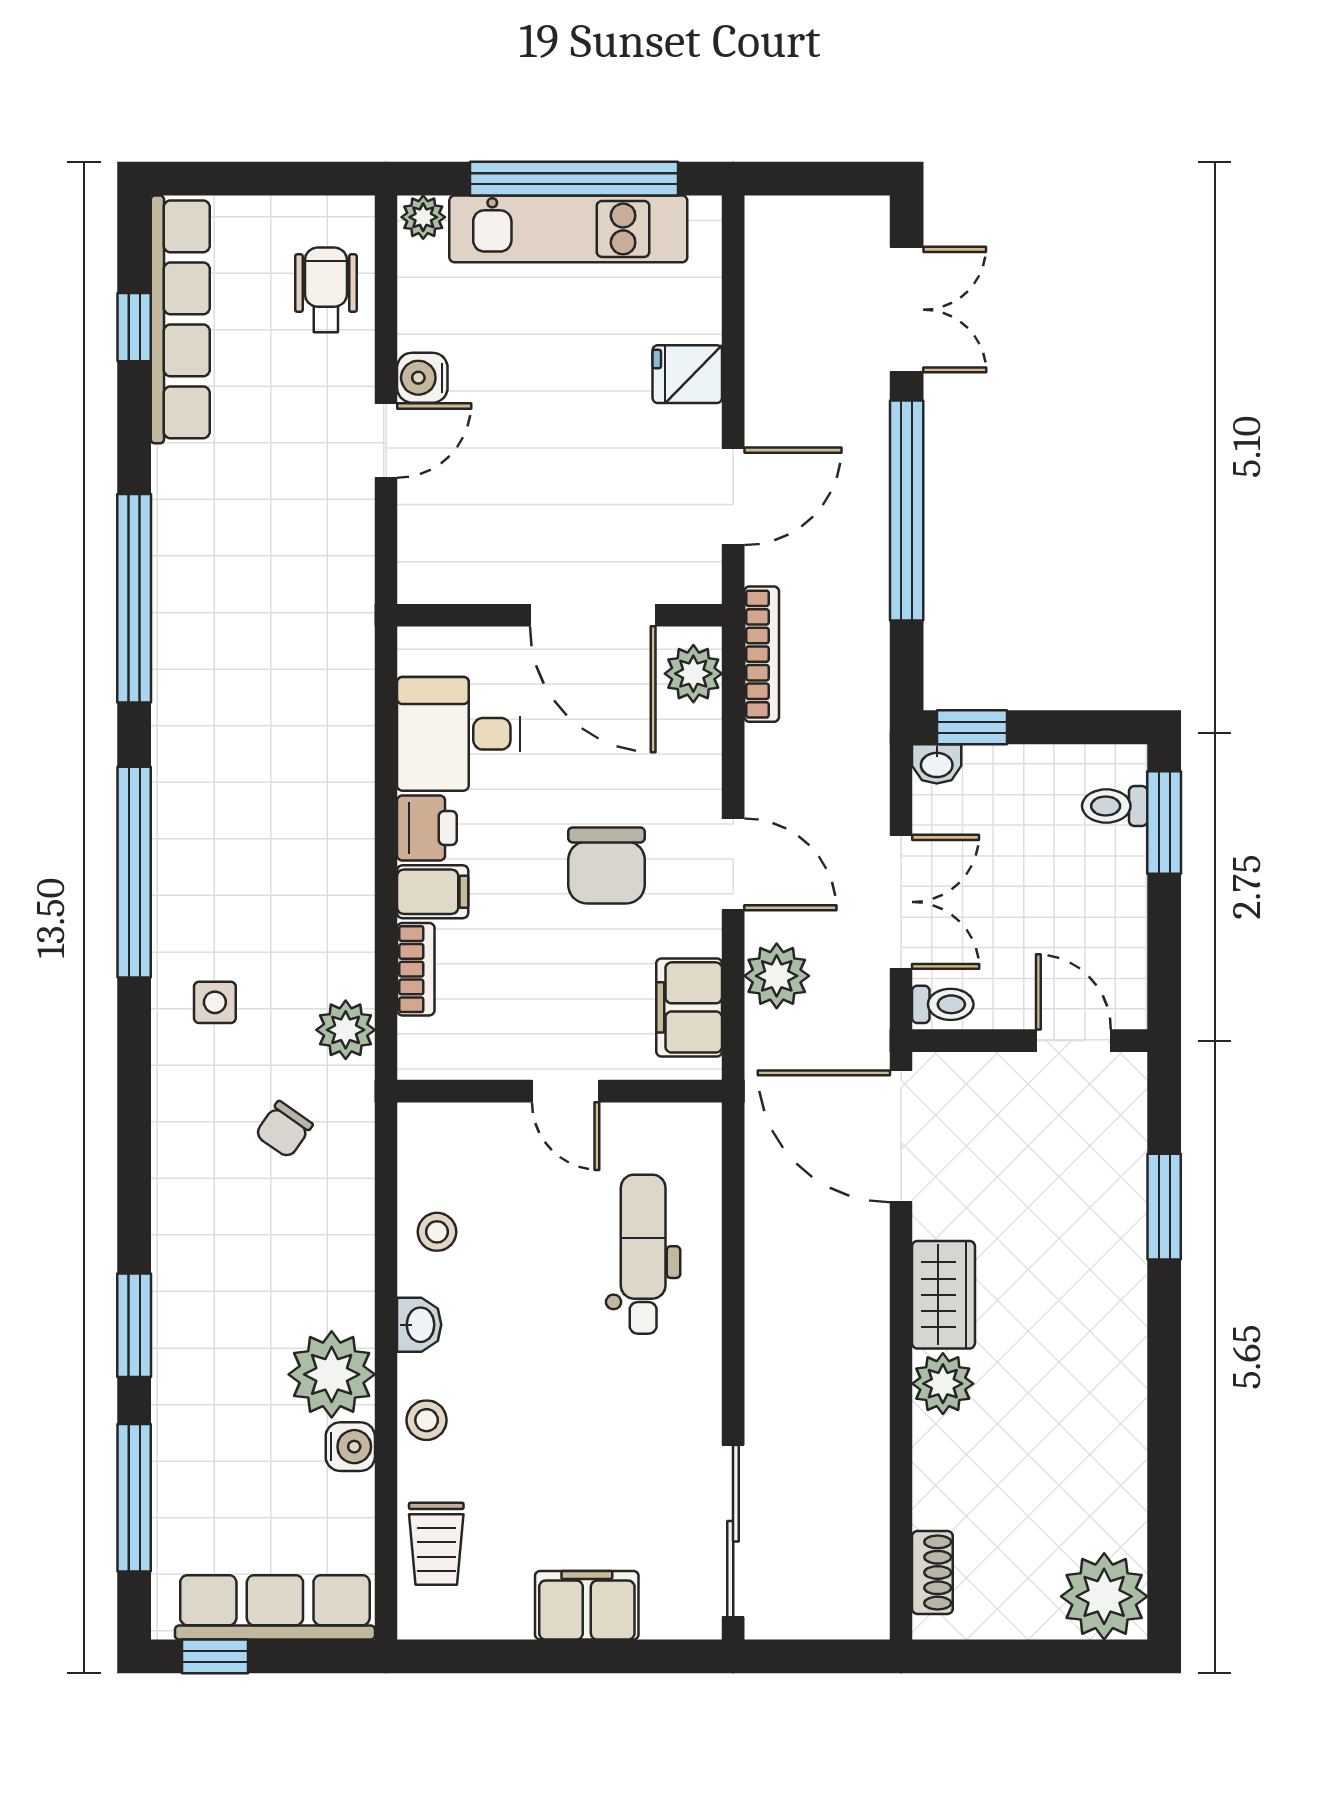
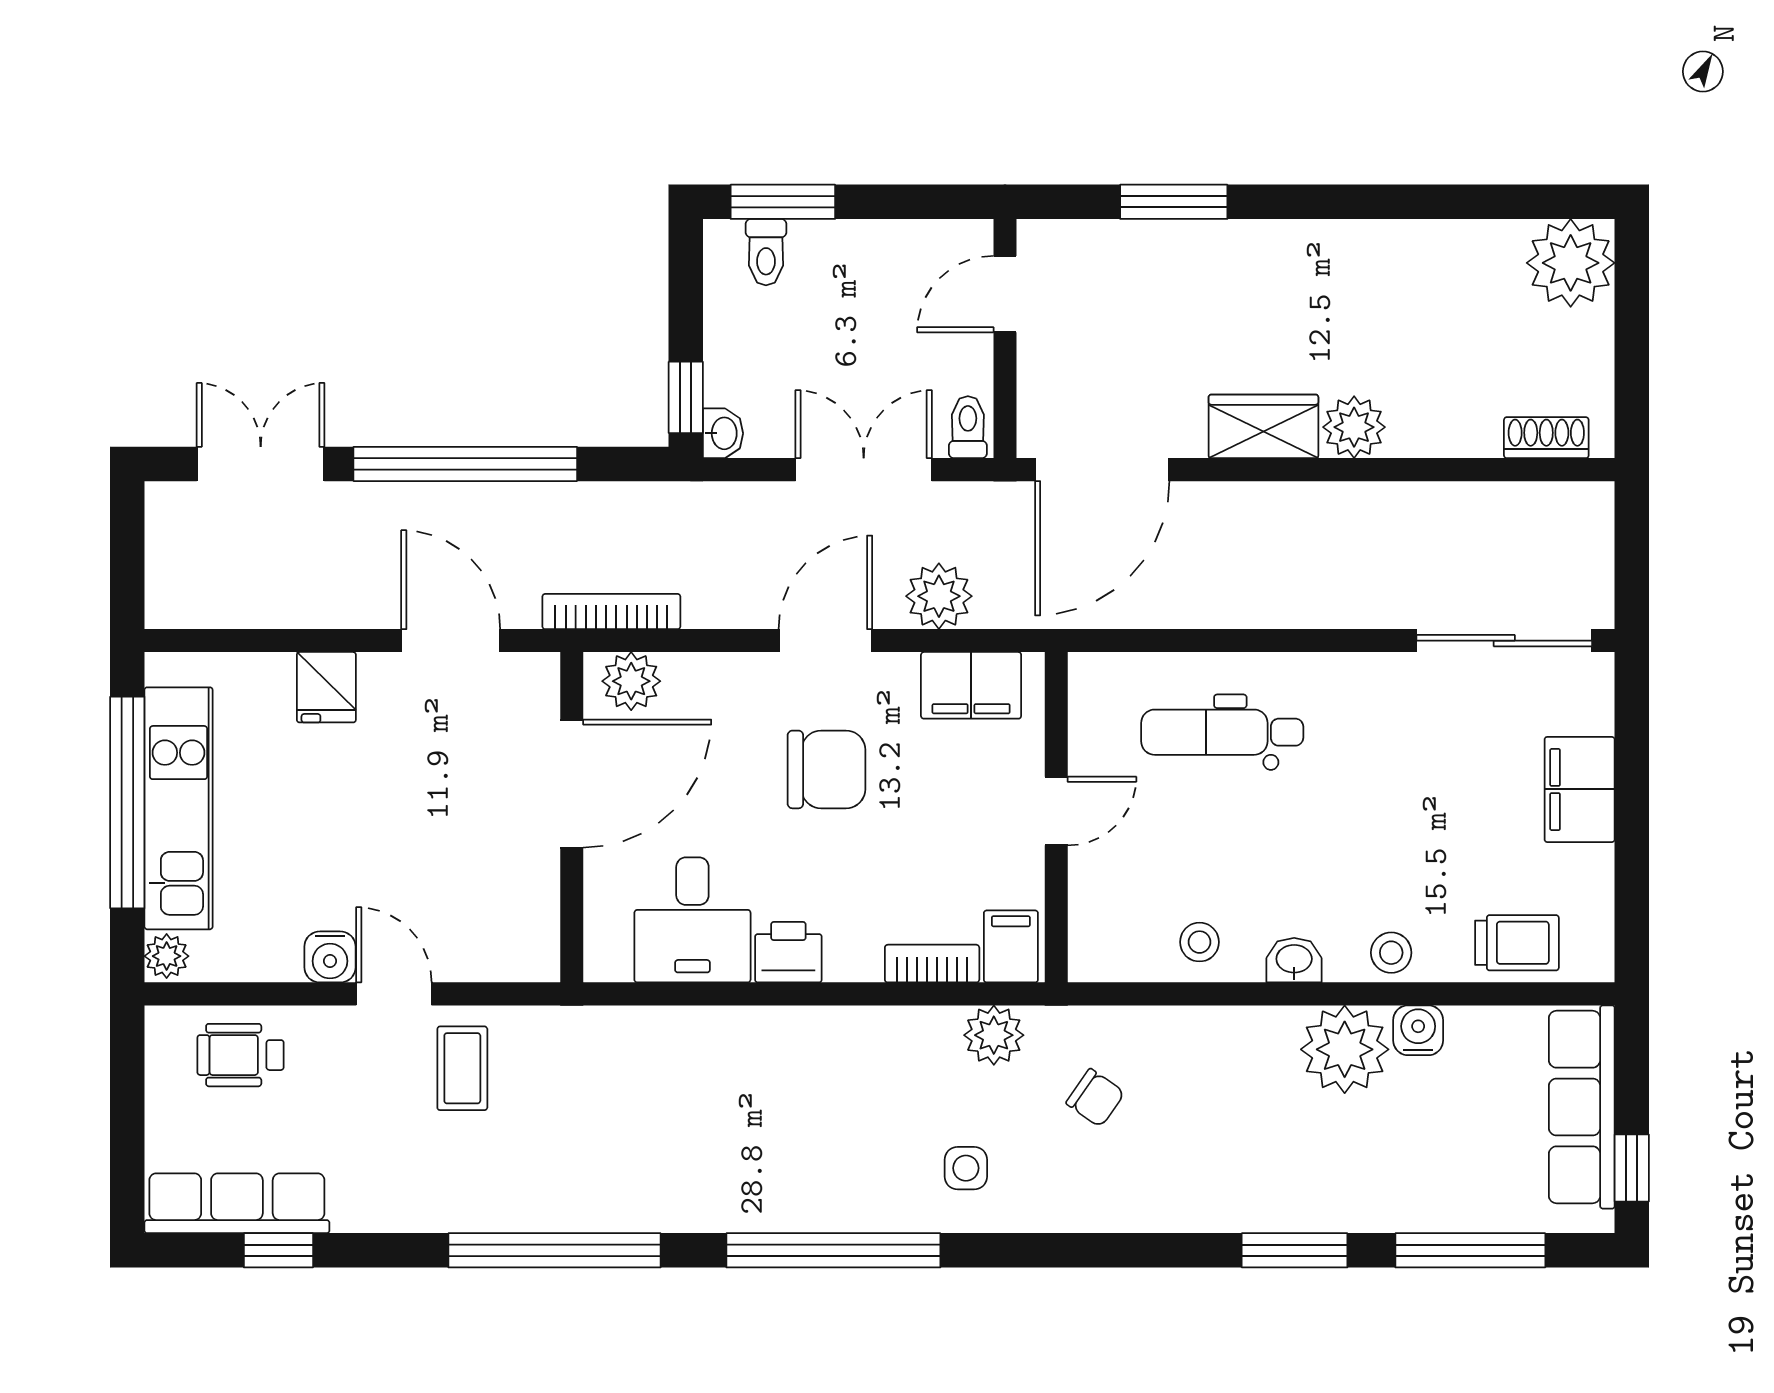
row of seats: (180, 319) -> (237, 1203), width x0.73
coffee table: (313, 508) -> (462, 1068), added
filing cabinet: (433, 892) -> (1011, 946), moved

